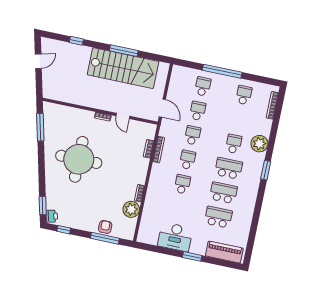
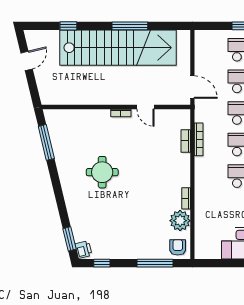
stairs: (123, 68) -> (118, 48), width x1.36
round table: (79, 159) -> (102, 172), width x0.54, depth x0.54
armchair: (105, 227) -> (178, 247), moved

